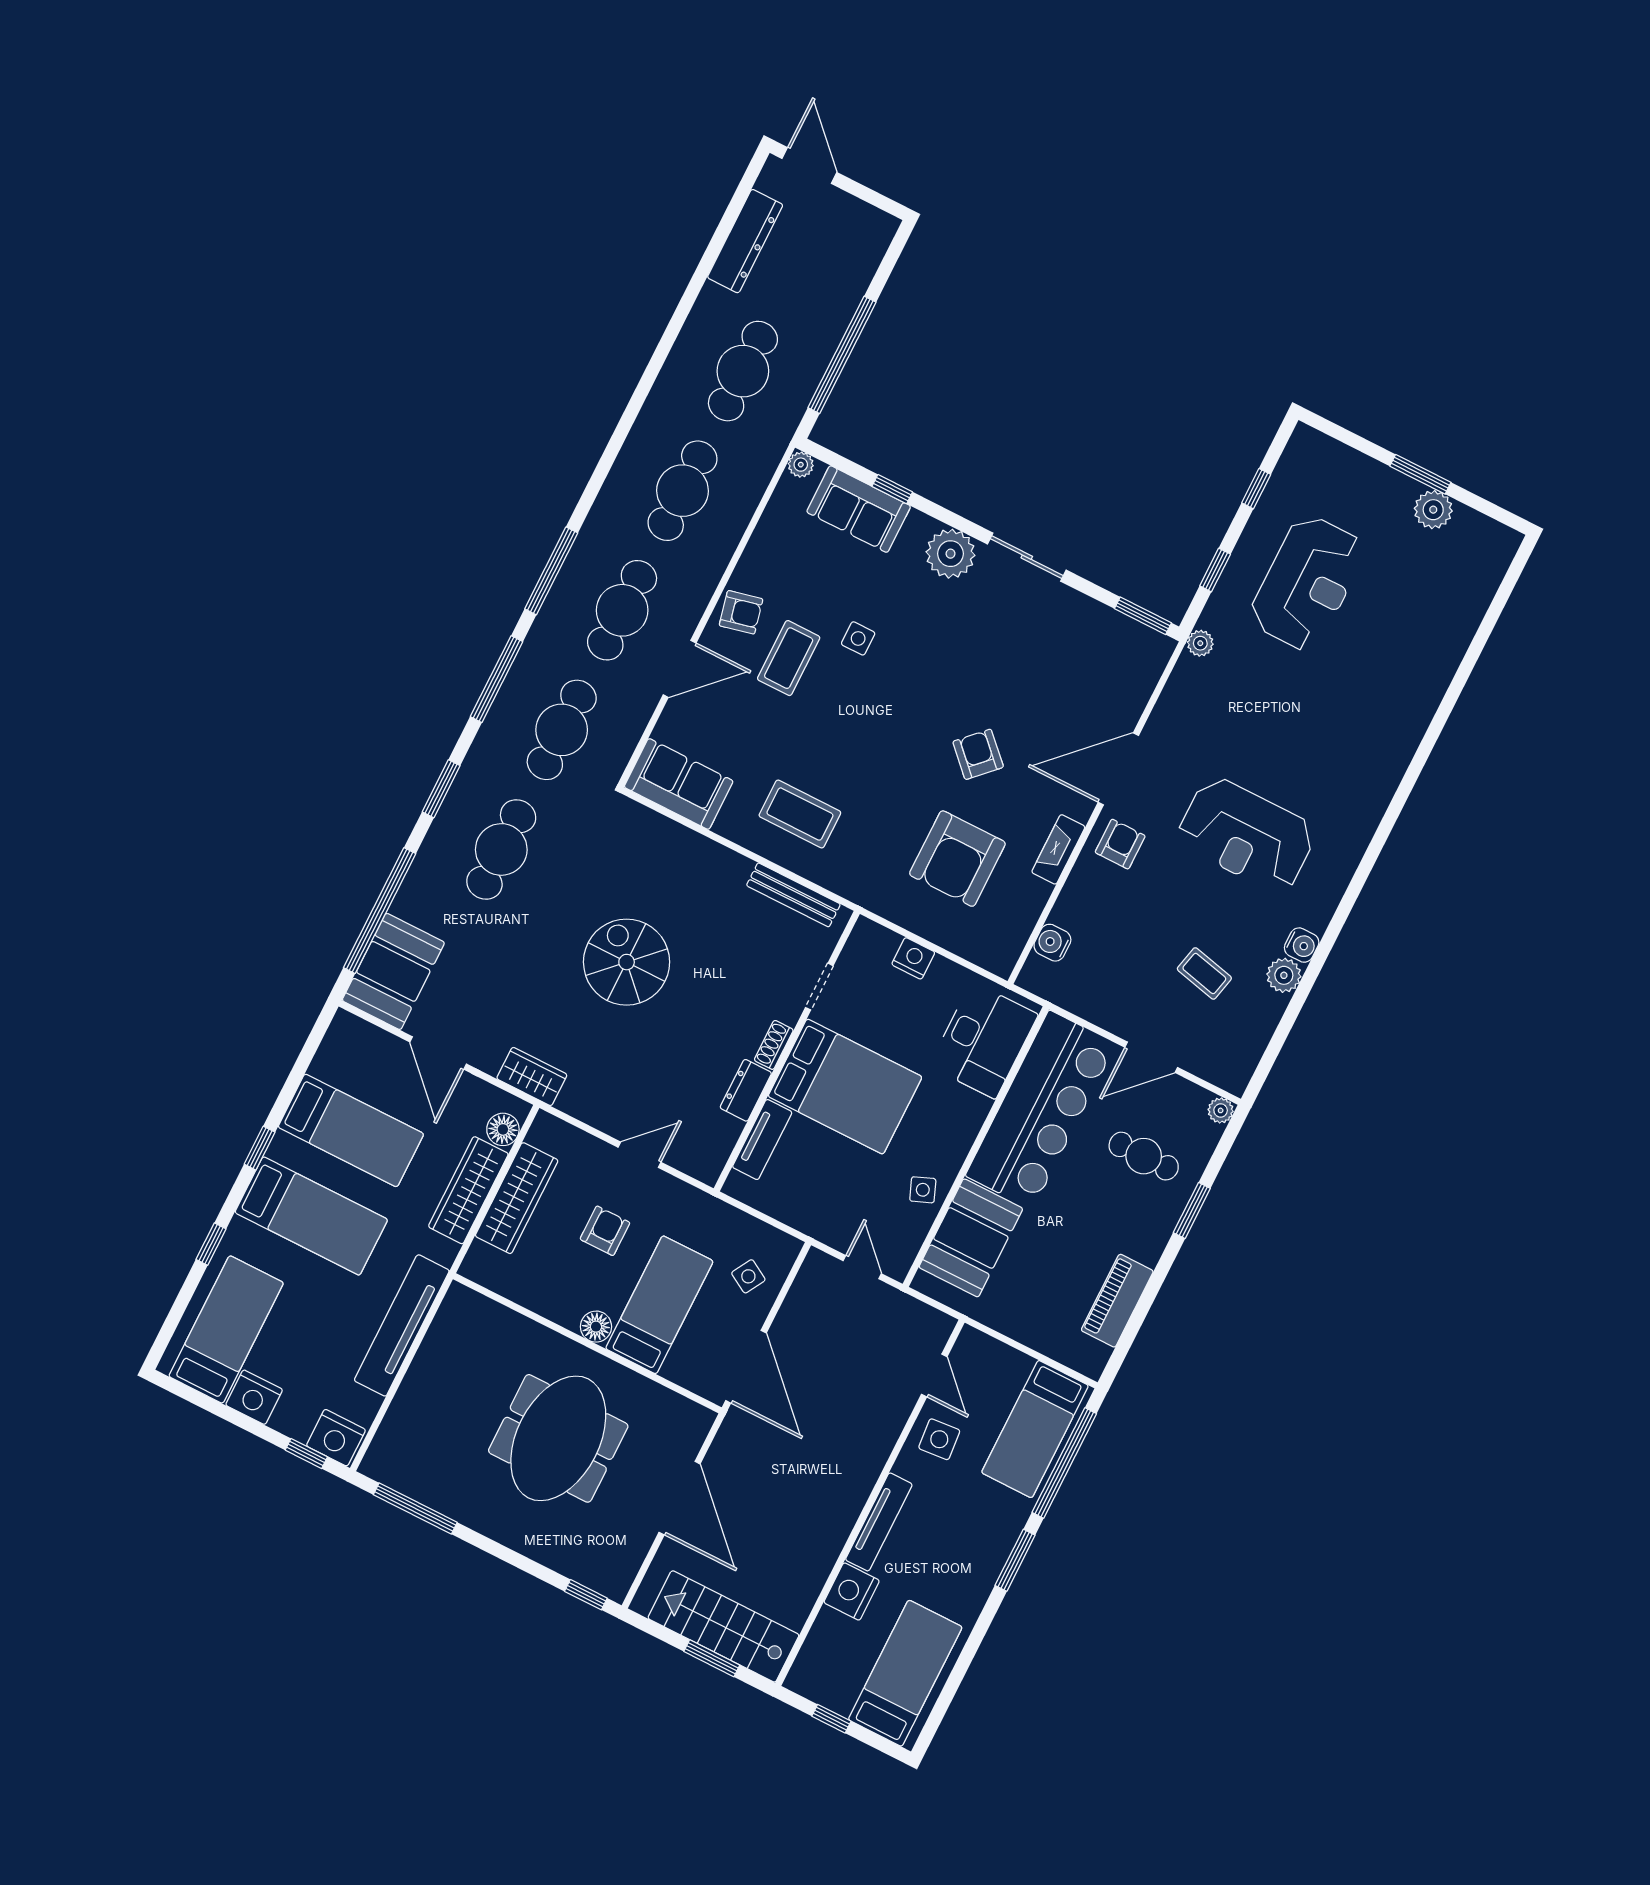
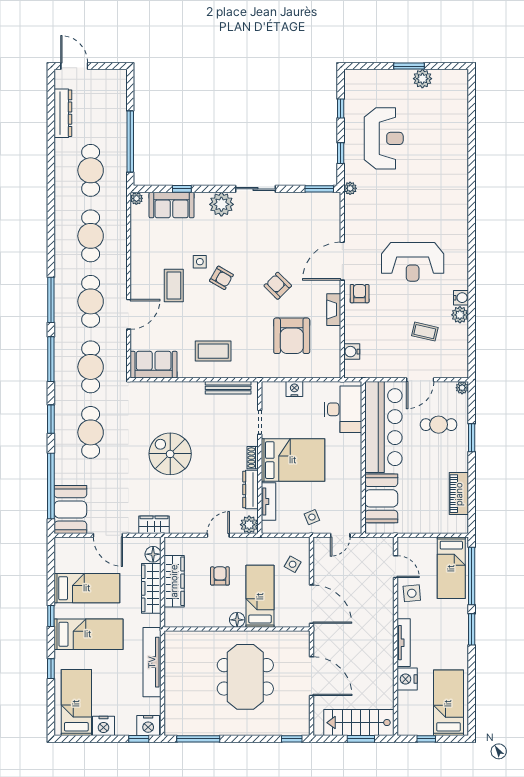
armchair: (741, 612) -> (221, 278), moved, turned 43
dresser: (746, 1090) -> (250, 490), width x1.44
plant: (706, 1164) -> (249, 525), added
side table: (923, 1190) -> (312, 517), moved
door: (862, 1267) -> (340, 535), swing flipped

